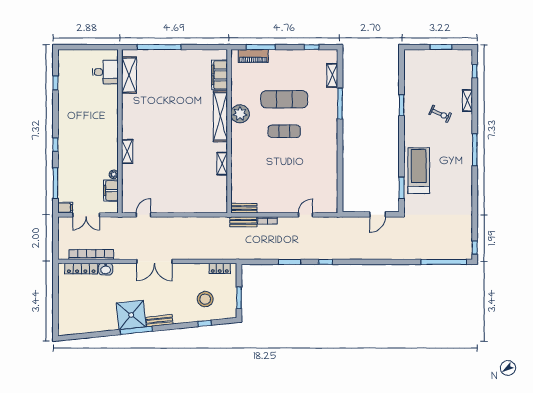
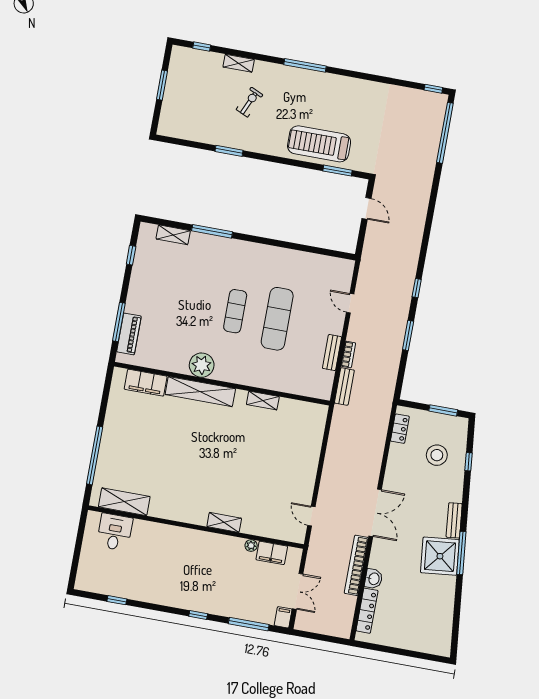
exercise mat: (284, 99) -> (277, 319), moved
bench: (244, 208) -> (332, 353), moved
bookcase: (91, 255) -> (356, 565), moved

